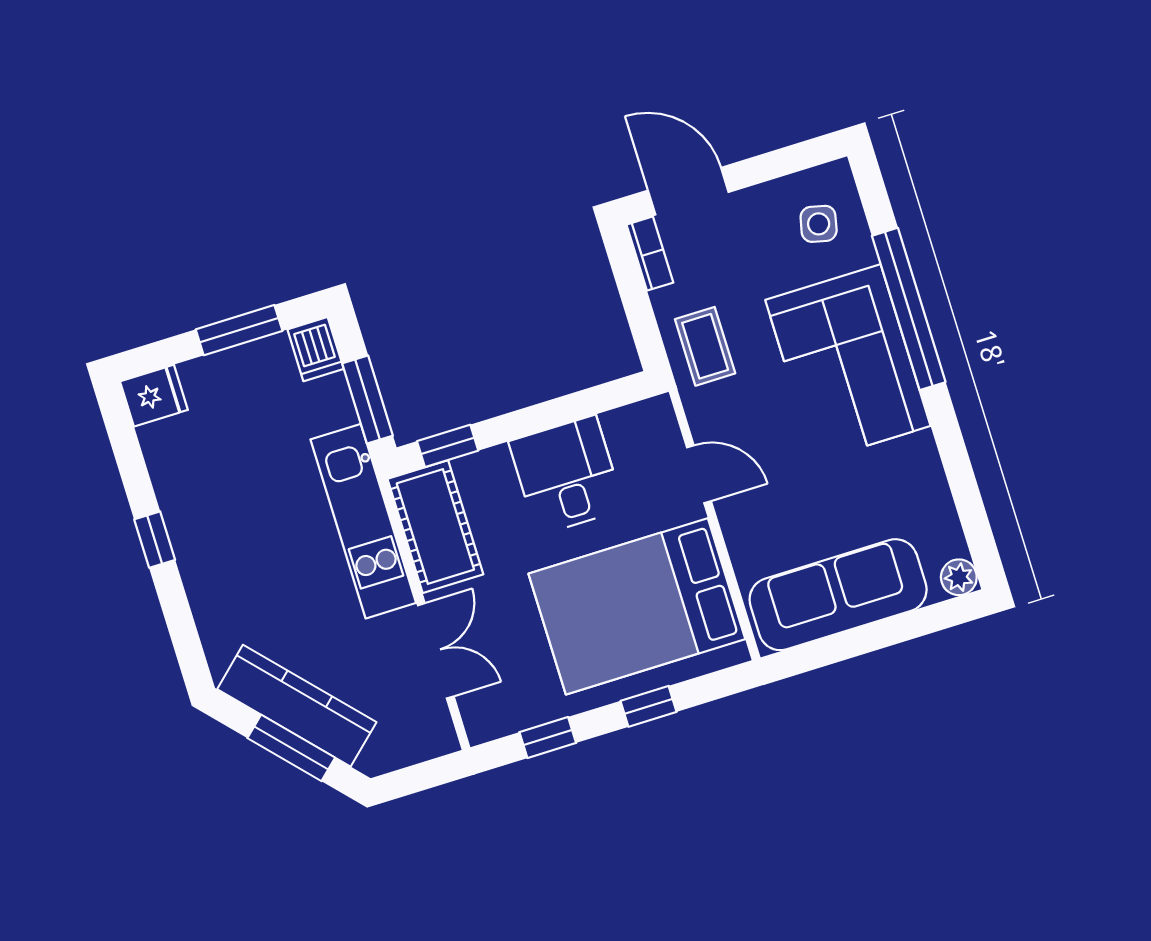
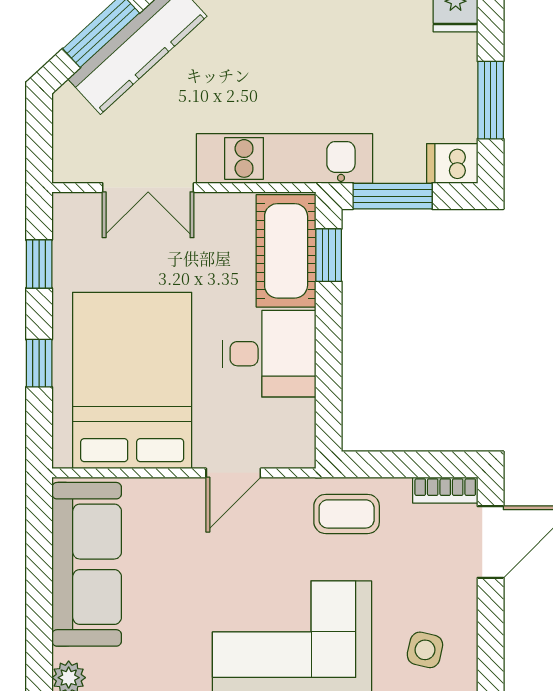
cot: (435, 527) -> (286, 251), moved, turned 90

